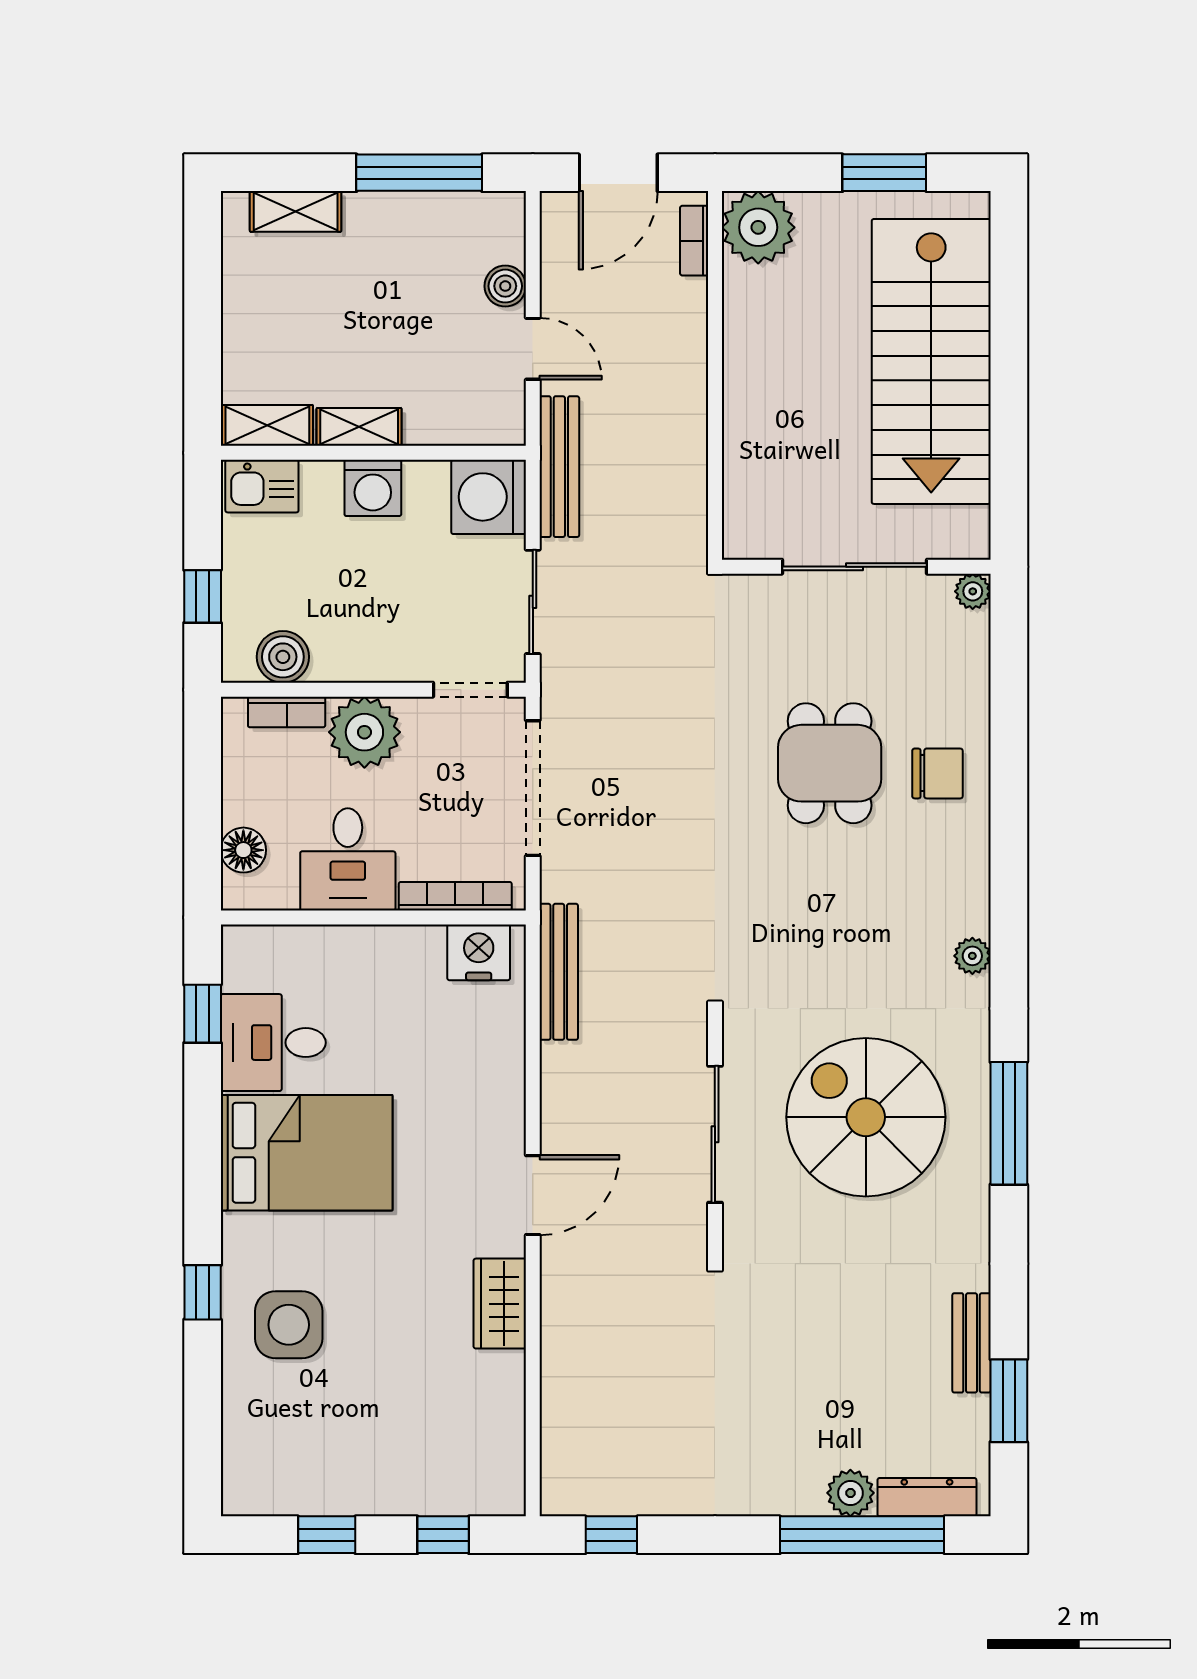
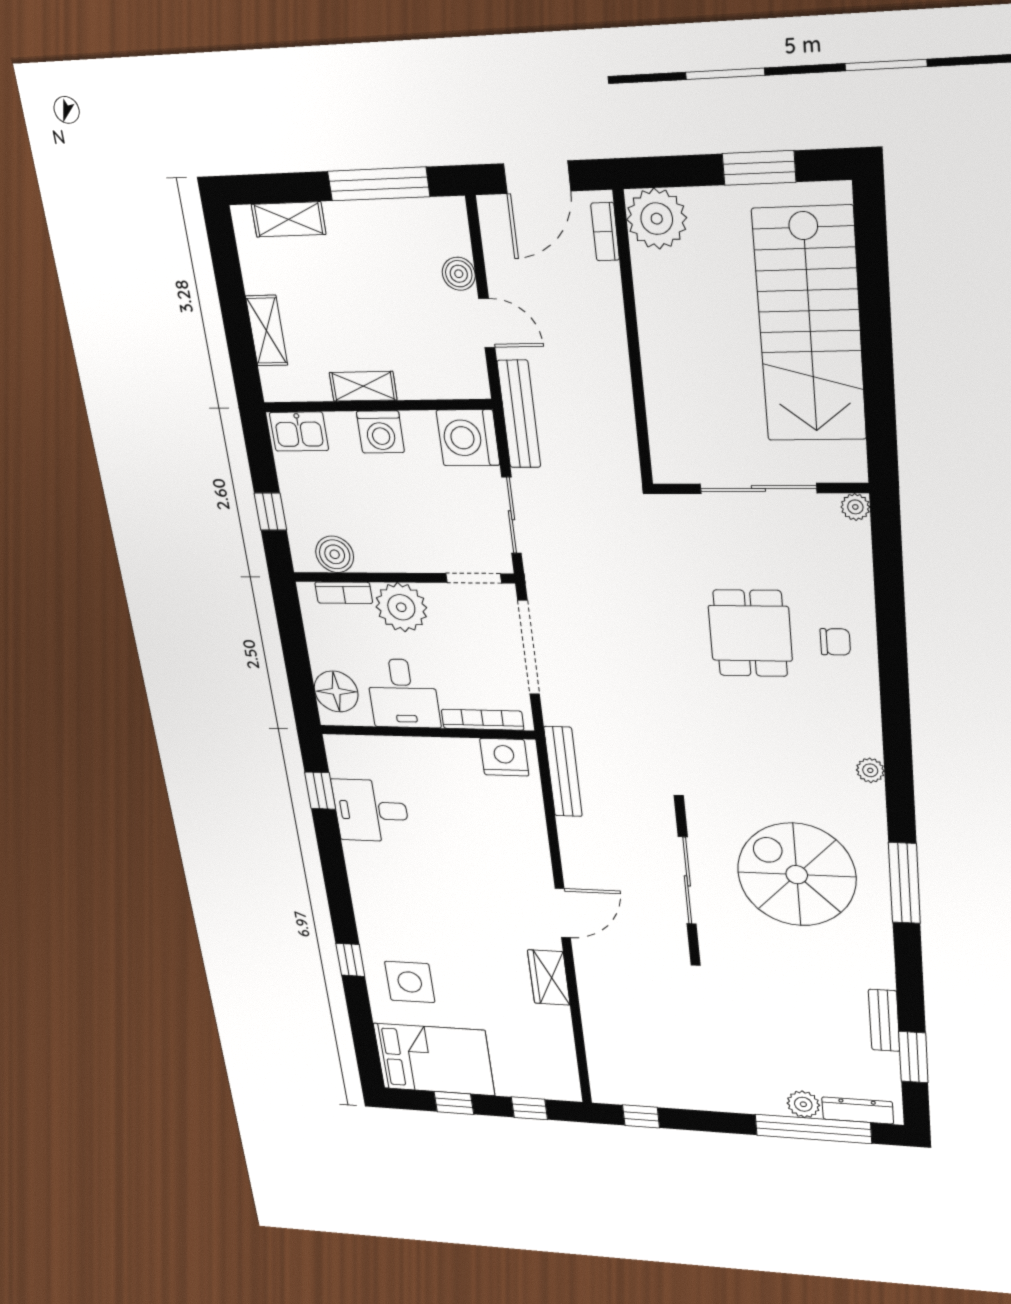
shelving: (267, 425) -> (267, 331), moved, turned 90
chair: (937, 773) -> (835, 642), width x0.73, depth x0.73
floor lamp: (243, 850) -> (336, 691), width x1.38, depth x1.38
bed: (307, 1153) -> (434, 1059), moved

